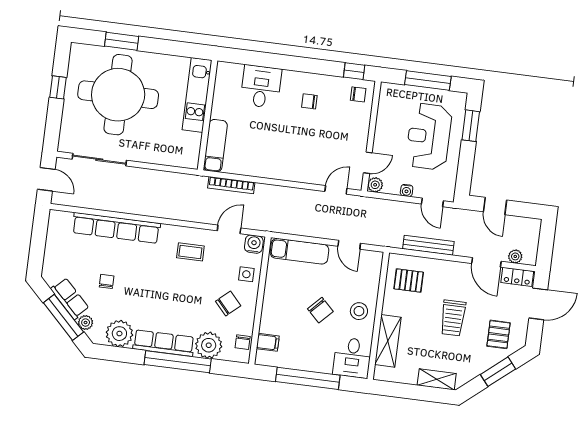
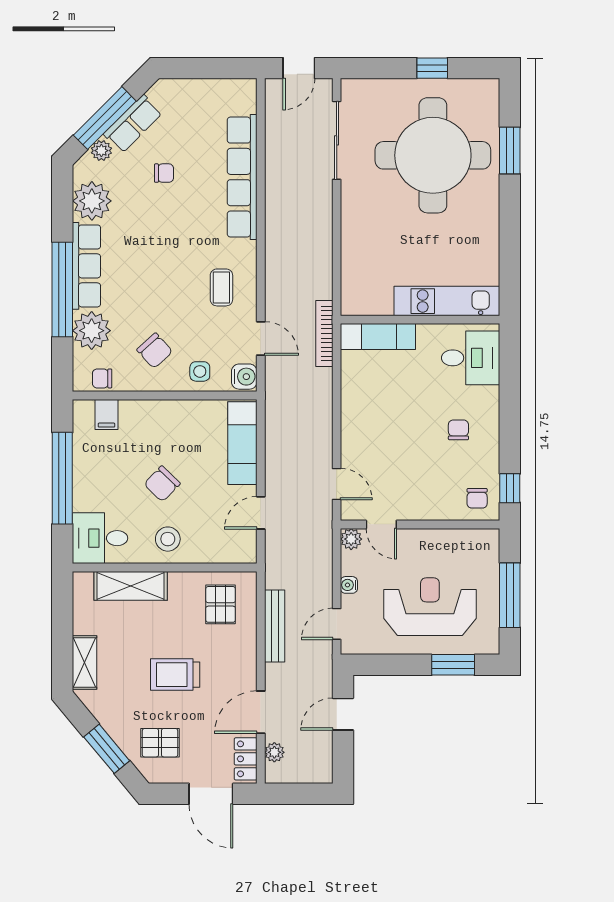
kitchen unit: (197, 95) -> (447, 301), moved
wall: (208, 115) -> (420, 320), moved
exam couch: (215, 146) -> (378, 337), moved

